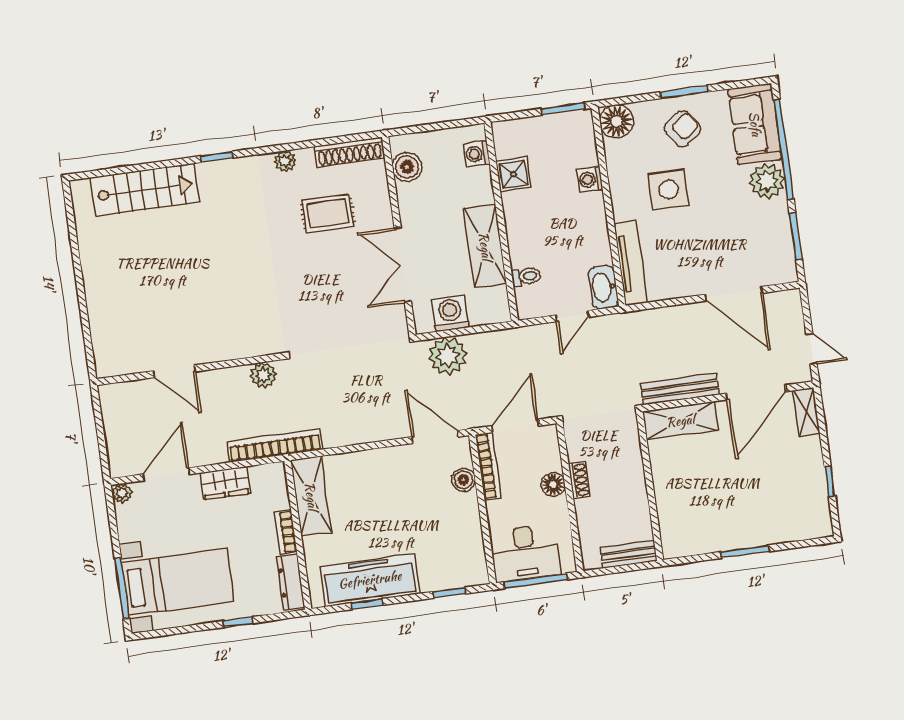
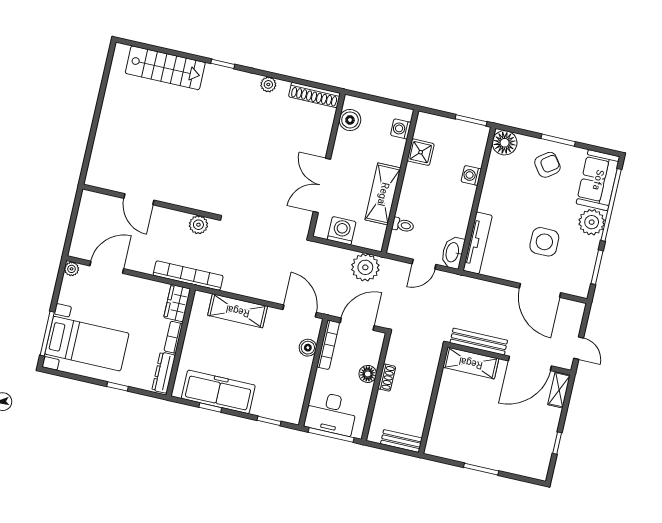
side table: (668, 189) -> (544, 242), moved
rug: (328, 213) -> (284, 131), removed
plant: (448, 356) -> (365, 267), moved
wardrobe: (225, 483) -> (177, 303), moved, turned 90
shelving: (311, 496) -> (238, 311), moved, turned 90

